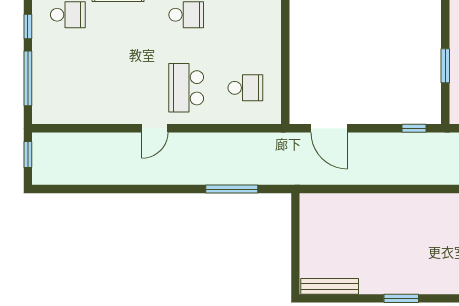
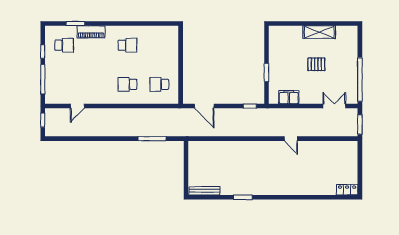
school desk: (186, 88) -> (128, 84), width x0.54
school desk: (245, 88) -> (159, 84), turned 180
door: (155, 128) -> (77, 106), moved

